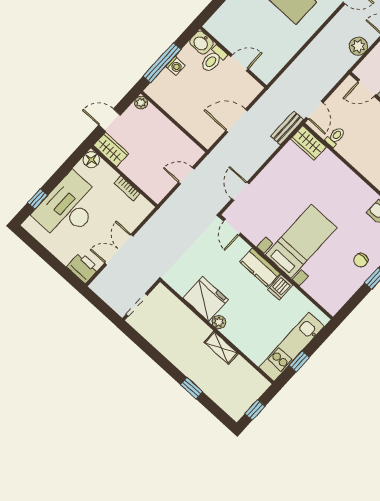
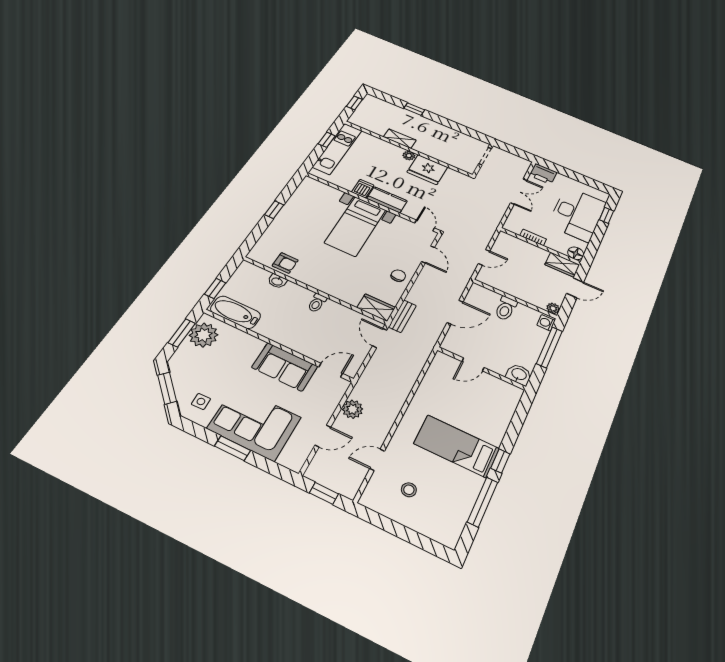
toilet: (213, 59) -> (506, 308), moved, turned 180
washing machine: (175, 66) -> (546, 323), moved
toilet: (335, 137) -> (317, 303), moved
chair: (361, 260) -> (398, 276), moved

